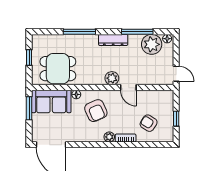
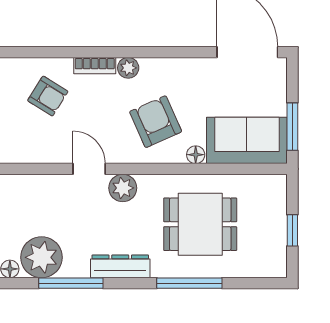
dining table: (58, 69) -> (200, 224), moved

